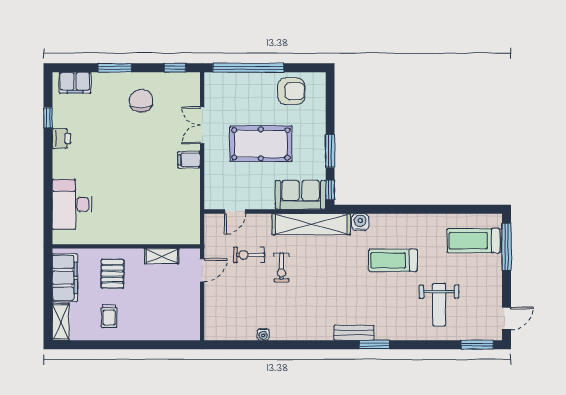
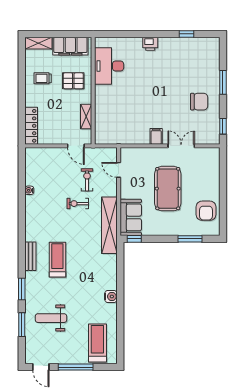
window: (248, 68) -> (223, 180), removed
filing cabinet: (75, 83) -> (212, 54), removed
printer: (62, 138) -> (150, 44), moved
window: (330, 151) -> (190, 239), moved
desk: (72, 204) -> (109, 66), moved, turned -90
water cooler: (360, 222) -> (111, 296), moved
window: (506, 247) -> (76, 367), moved
treadmill: (393, 260) -> (57, 260), moved
locker: (174, 332) -> (31, 126), added
window: (374, 345) -> (22, 289), moved
window: (477, 345) -> (22, 325), moved

